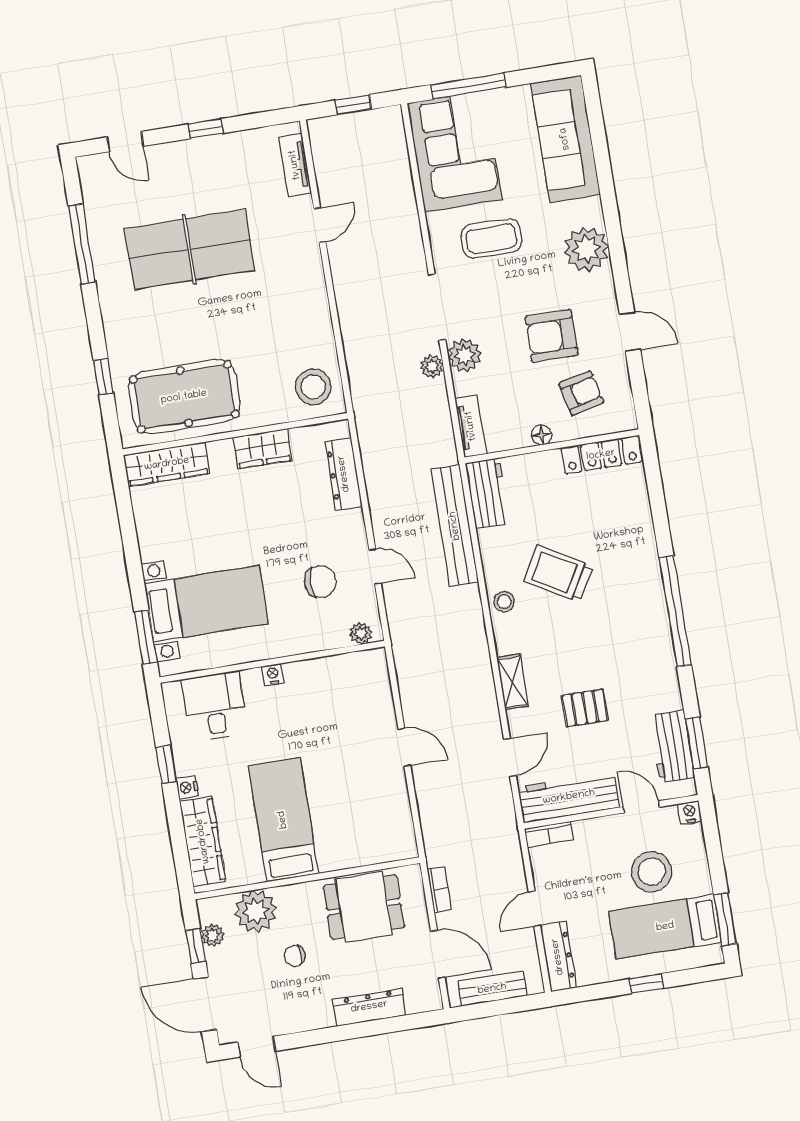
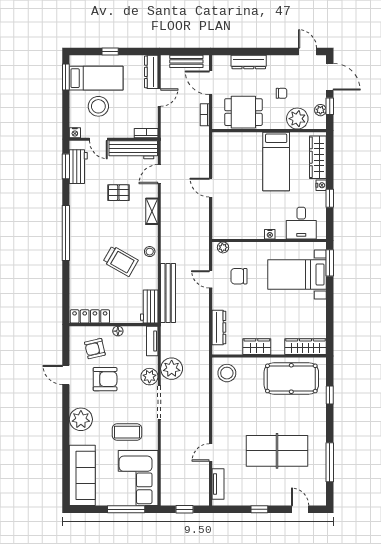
plant: (432, 366) -> (172, 369), width x1.87, depth x1.87

